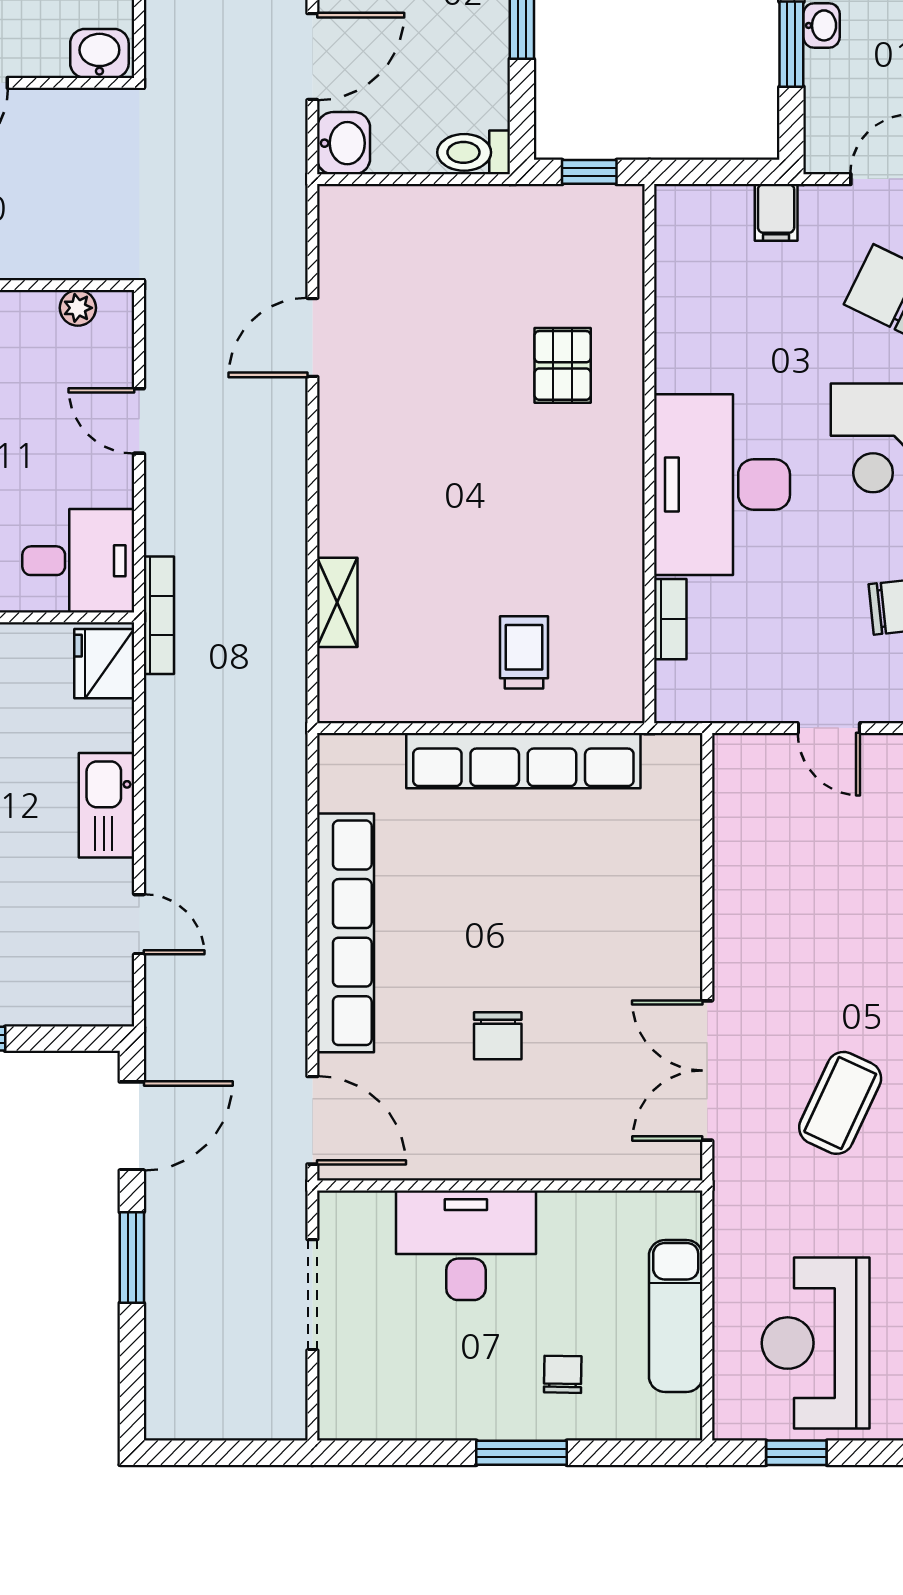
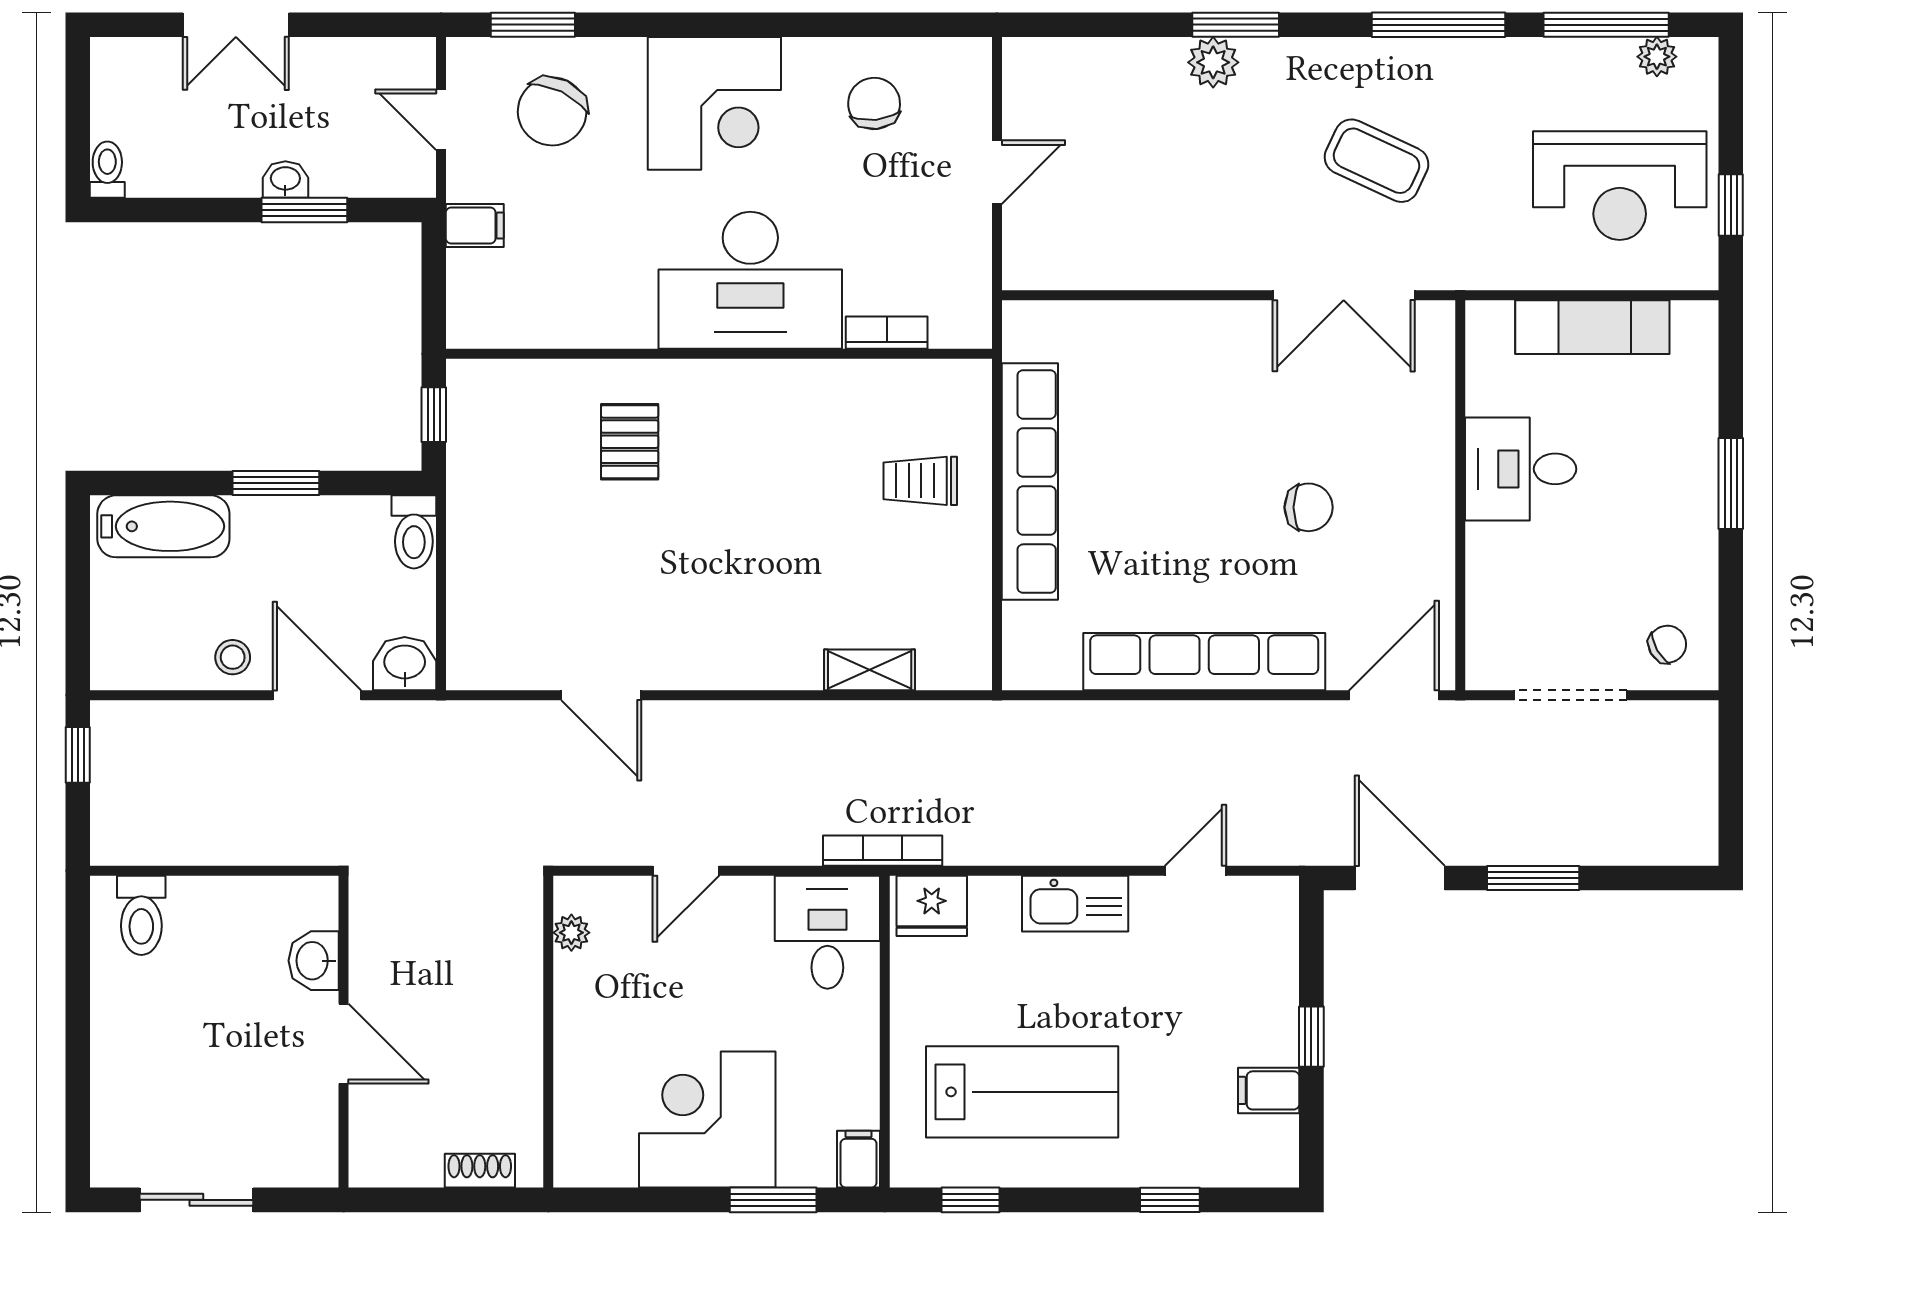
washbasin: (99, 53) -> (314, 961), moved
pallet: (563, 365) -> (630, 442), turned 90
desk: (466, 1245) -> (1521, 469), moved, width x0.73
chair: (563, 1374) -> (1667, 644), moved, turned 149

